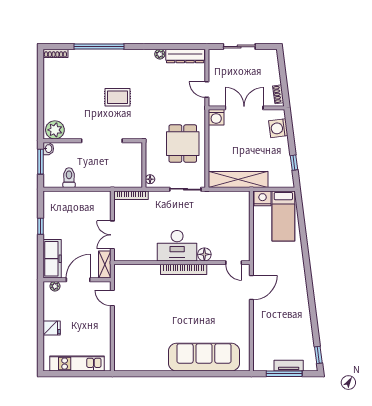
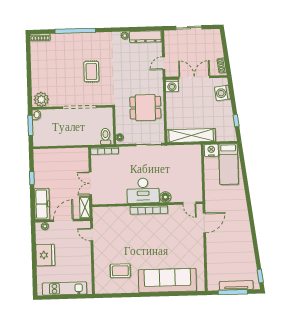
door: (207, 90) -> (164, 63), hinge flipped
rug: (117, 97) -> (91, 72), turned 90
dining table: (183, 144) -> (145, 108), turned 90
toilet: (69, 178) -> (105, 136), moved
fridge: (52, 328) -> (45, 255), width x1.88, depth x1.34
rug: (146, 344) -> (120, 271), added
tv unit: (289, 366) -> (236, 285), width x1.41

